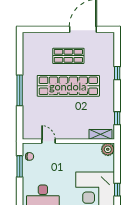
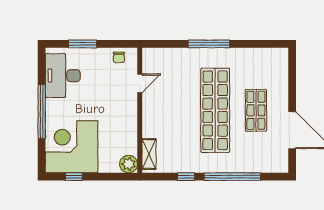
window: (117, 73) -> (232, 177), width x3.17
window: (117, 118) -> (186, 177), moved
window: (20, 166) -> (83, 44), moved

